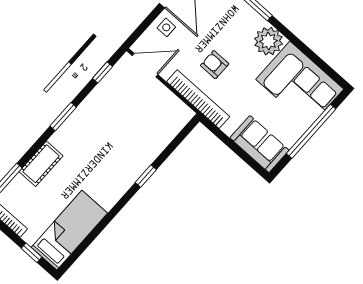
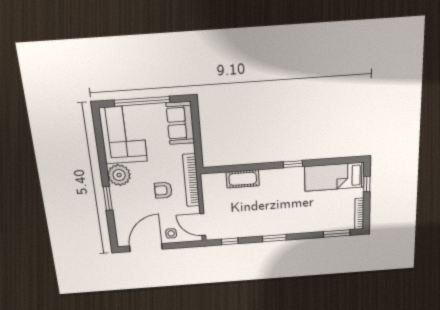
armchair: (215, 65) -> (163, 190), turned 90
cot: (41, 164) -> (243, 179), moved
window: (146, 176) -> (293, 164), moved

